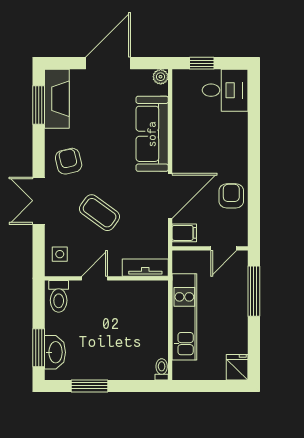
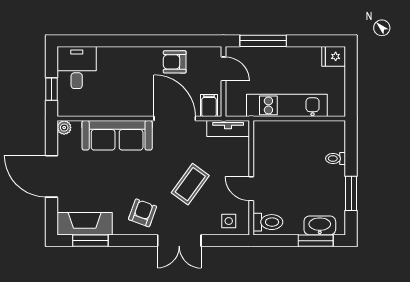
armchair: (69, 161) -> (143, 213), turned 123
tv unit: (145, 268) -> (228, 129), moved, turned -90
toilet: (162, 369) -> (336, 159), moved

